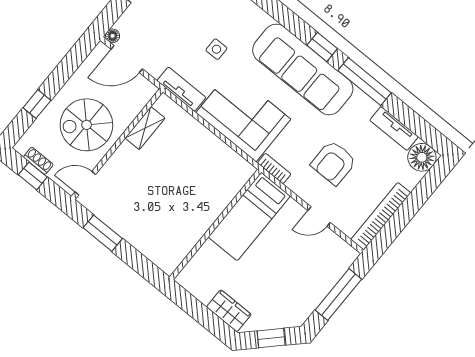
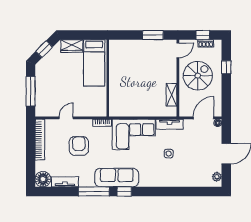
sofa: (303, 69) -> (117, 178), width x0.74, depth x0.79
bed: (249, 216) -> (94, 63), moved, turned 180

